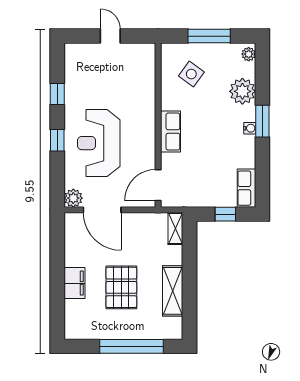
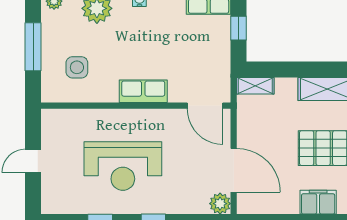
side table: (191, 74) -> (77, 67), turned -36
reception desk: (99, 143) -> (123, 166), moved
door: (102, 210) -> (234, 170), hinge flipped

